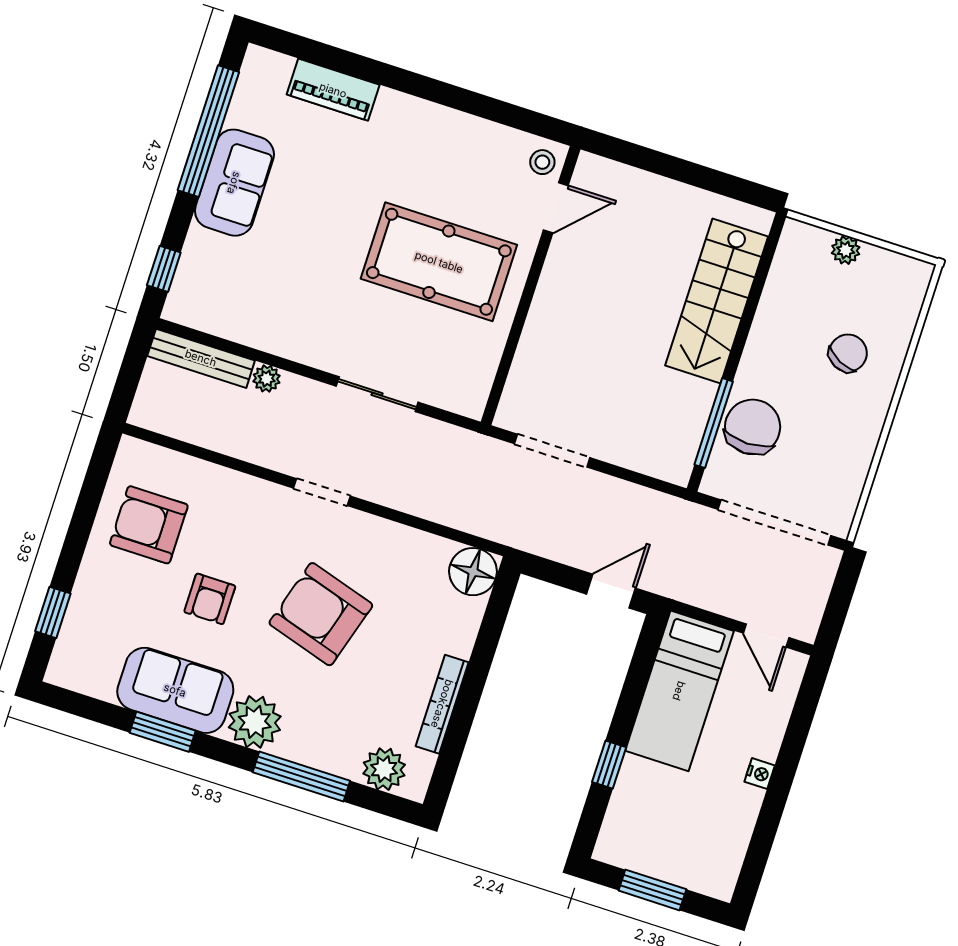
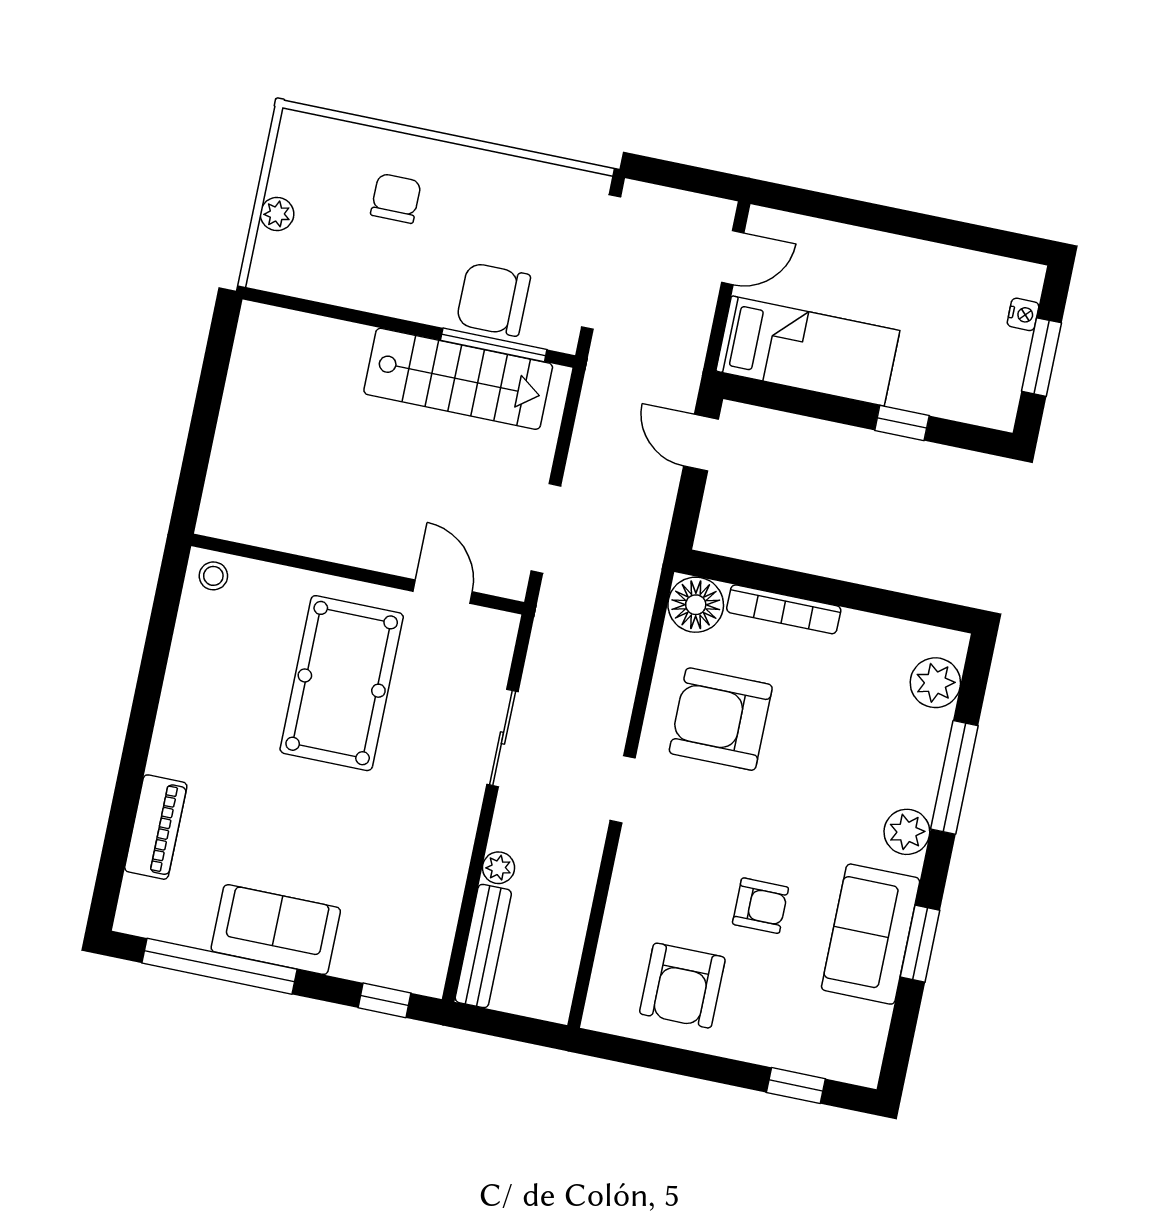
door: (556, 208) -> (443, 592), moved
stairs: (717, 301) -> (458, 379), moved
chair: (848, 353) -> (396, 198), turned 64
armchair: (321, 614) -> (721, 719), moved, turned 73
bookcase: (442, 704) -> (784, 609), moved
plant: (255, 722) -> (907, 832), width x0.73, depth x0.73
nightstand: (760, 774) -> (1023, 314), moved, turned 90

